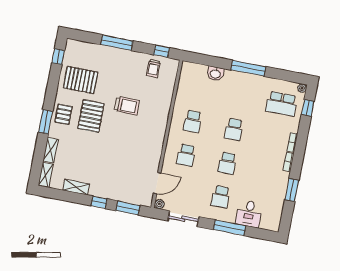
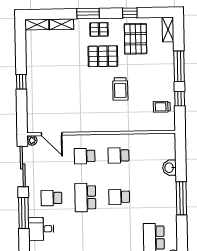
window: (161, 51) -> (180, 99), moved
window: (58, 57) -> (130, 13), moved
school desk: (227, 163) -> (85, 197), width x1.85
shelving: (76, 187) -> (168, 30), moved
window: (128, 208) -> (22, 111), removed
sliding door: (183, 219) -> (23, 167), width x1.37

